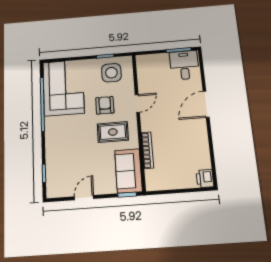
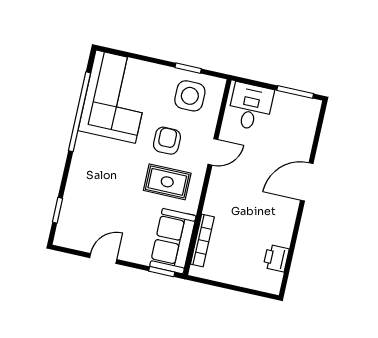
desk: (184, 65) -> (250, 107), moved
bookcase: (147, 150) -> (202, 241), moved
printer: (205, 179) -> (276, 258), moved

